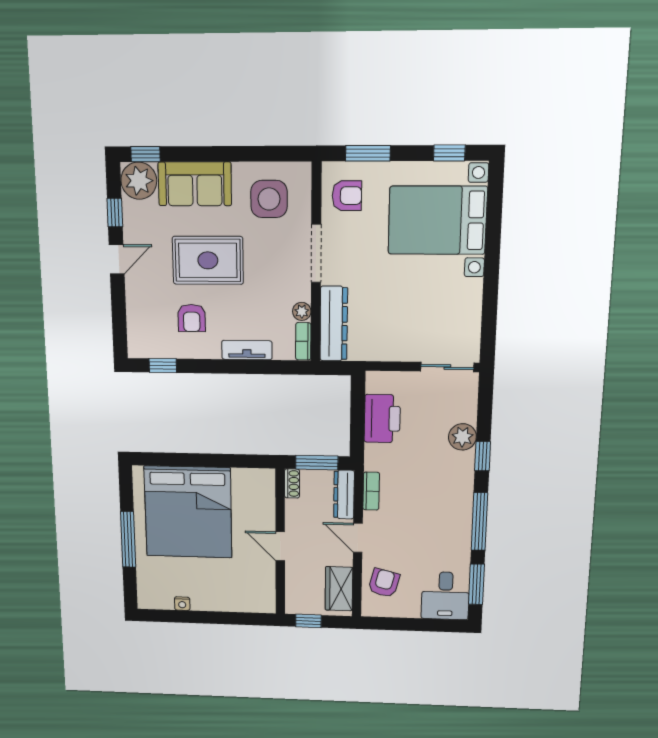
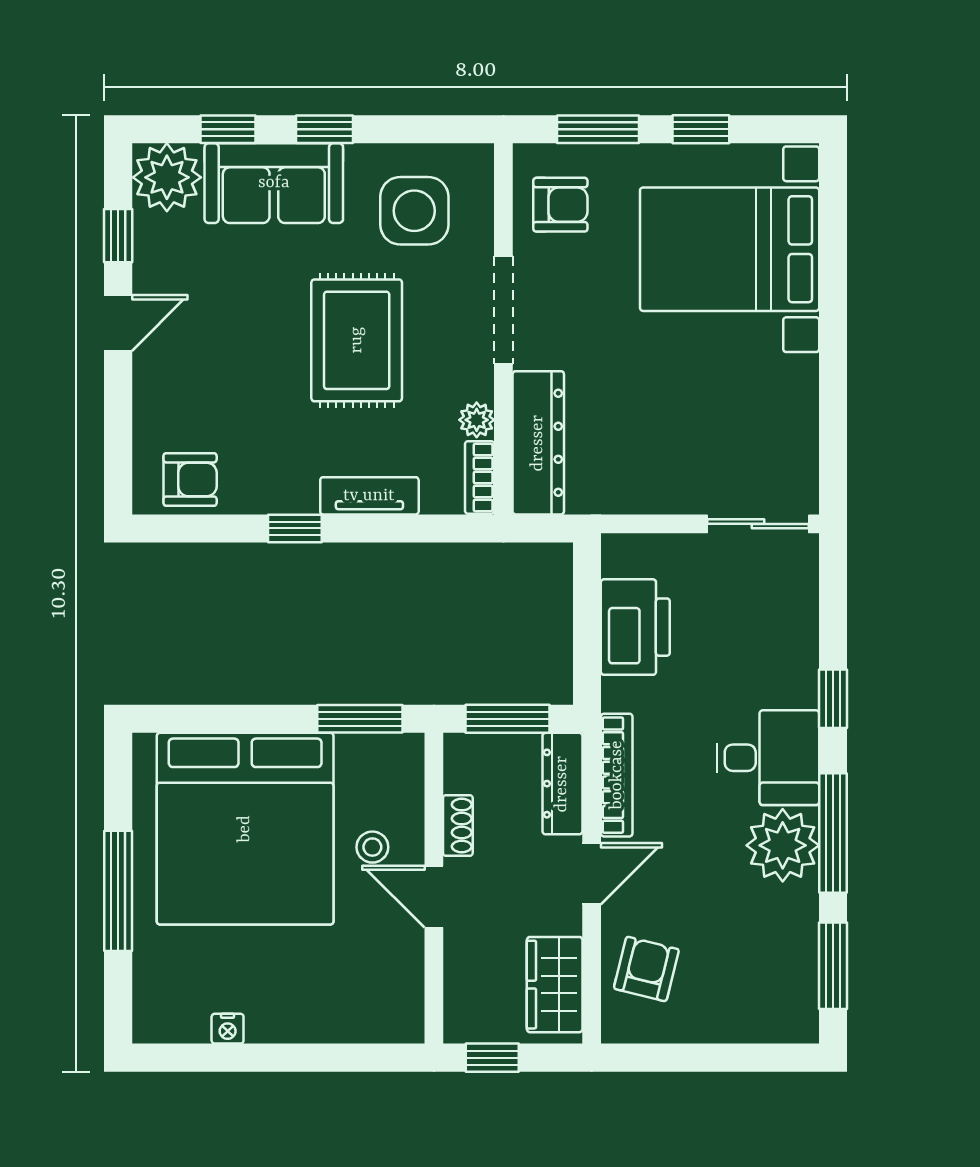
window: (449, 153) -> (701, 129), moved
window: (145, 154) -> (228, 129), moved
window: (221, 154) -> (324, 129), added
rug: (208, 260) -> (357, 340), moved, turned 90
armchair: (192, 318) -> (190, 479), moved, turned -90
window: (163, 366) -> (295, 528), moved
plant: (462, 437) -> (783, 845), moved, width x1.36, depth x1.36
window: (243, 461) -> (360, 719), added
shoe rack: (292, 483) -> (458, 826), moved
bookcase: (371, 491) -> (617, 775), width x1.56
stool: (250, 522) -> (372, 847), added
door: (358, 538) -> (592, 874), swing flipped
desk: (445, 596) -> (768, 758), moved, turned -90

